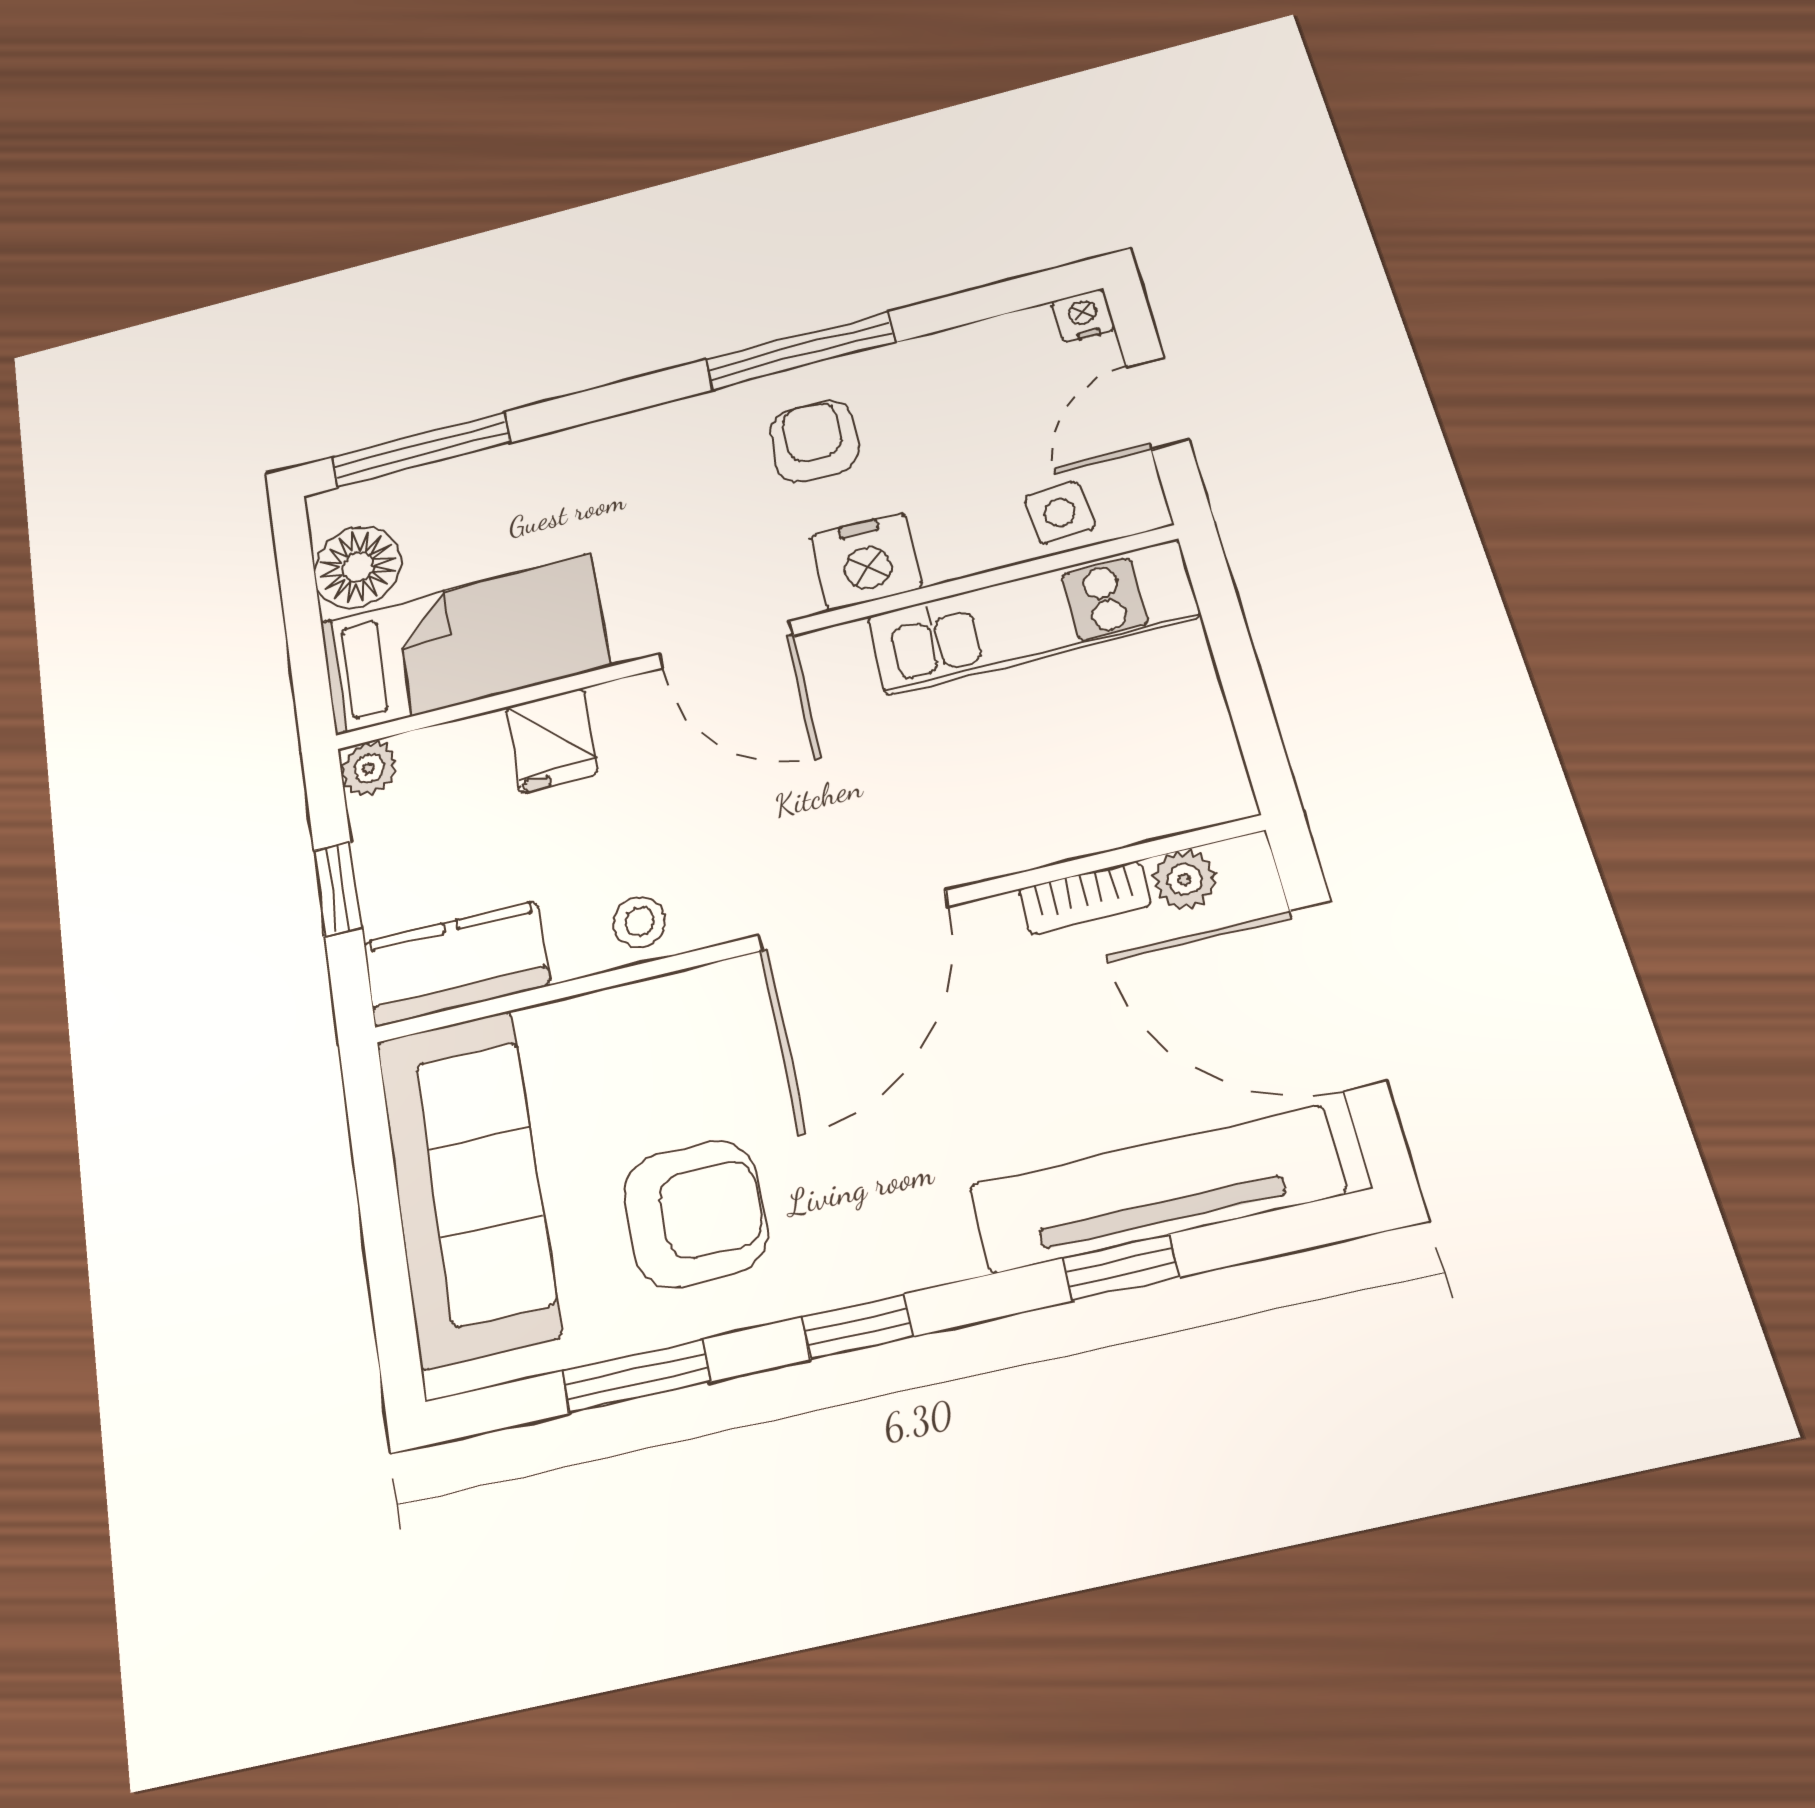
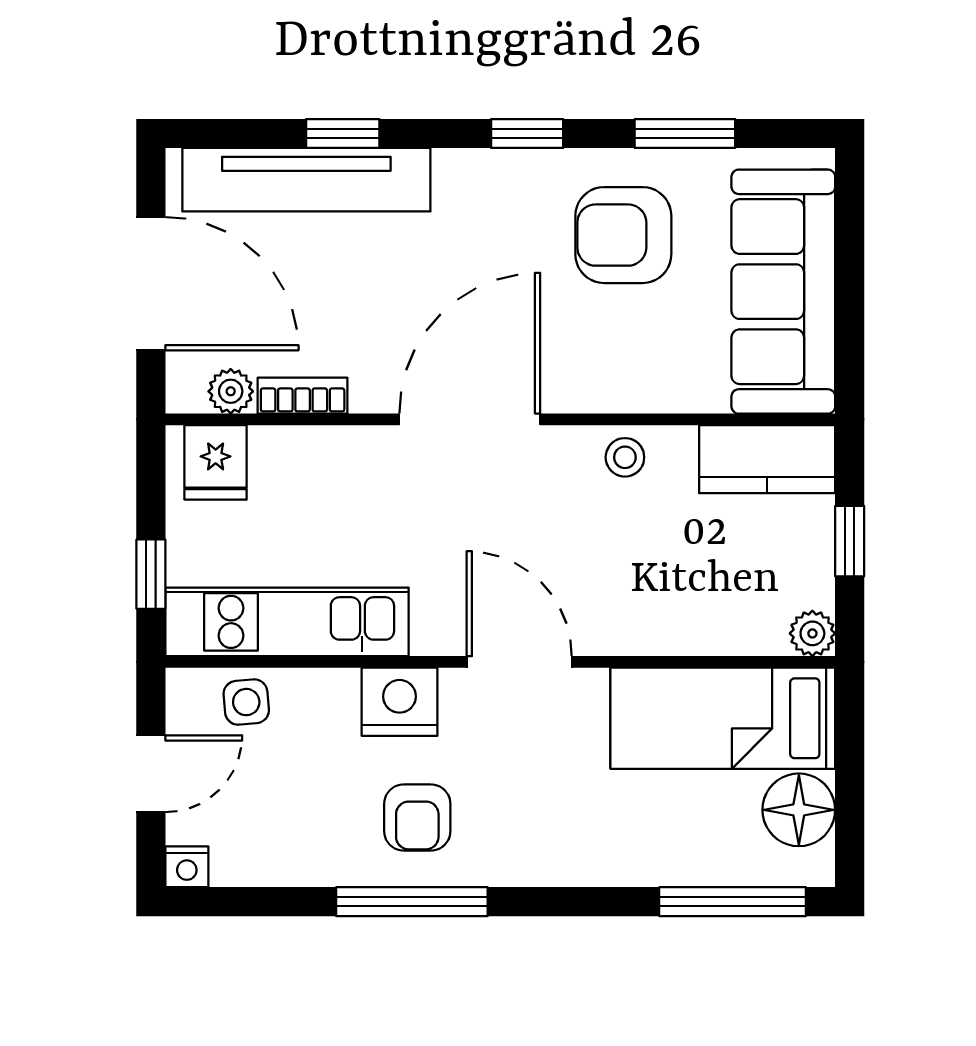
window: (1226, 629) -> (151, 574), added
fridge: (551, 740) -> (216, 462), moved, turned 180

